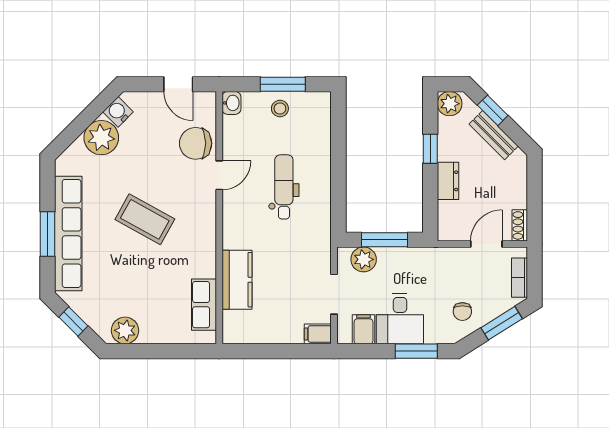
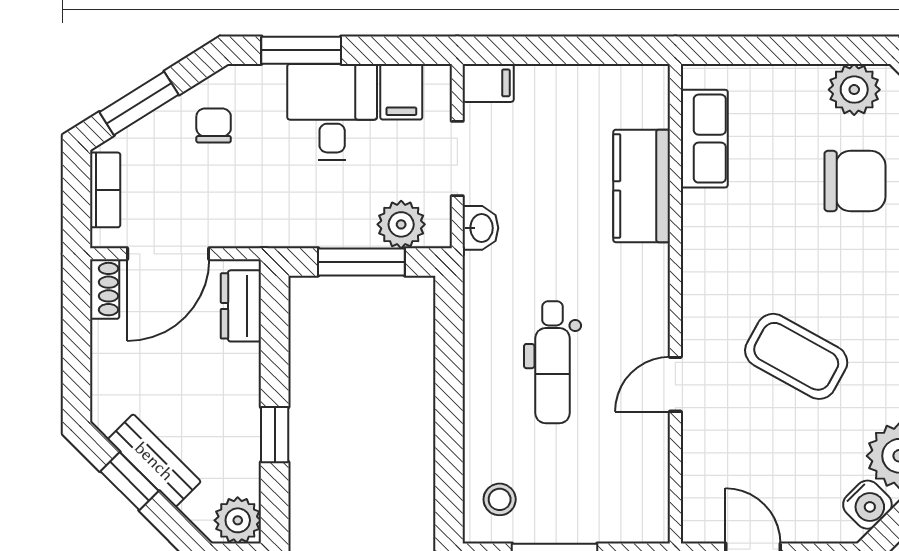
washbasin: (231, 103) -> (480, 228), moved, turned 180
stool: (280, 109) -> (500, 499), moved
window: (493, 110) -> (129, 481), moved
chair: (196, 143) -> (855, 181), moved
dresser: (448, 181) -> (241, 306), moved
coffee table: (145, 219) -> (796, 356), moved
door: (486, 244) -> (168, 254), width x1.38

